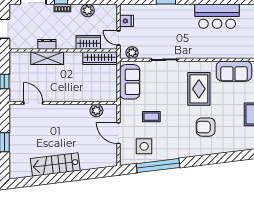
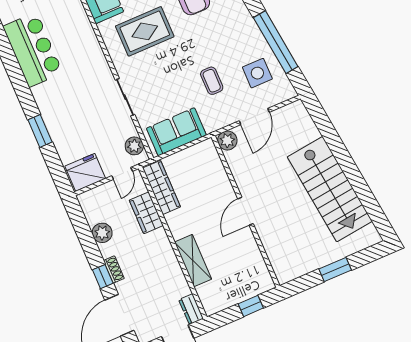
fridge: (126, 21) -> (85, 172), width x1.88, depth x1.34
dresser: (47, 44) -> (191, 309), moved
door: (33, 103) -> (245, 211), moved
plant: (96, 110) -> (227, 140), moved
stairs: (55, 165) -> (330, 189), width x1.36, depth x1.51

